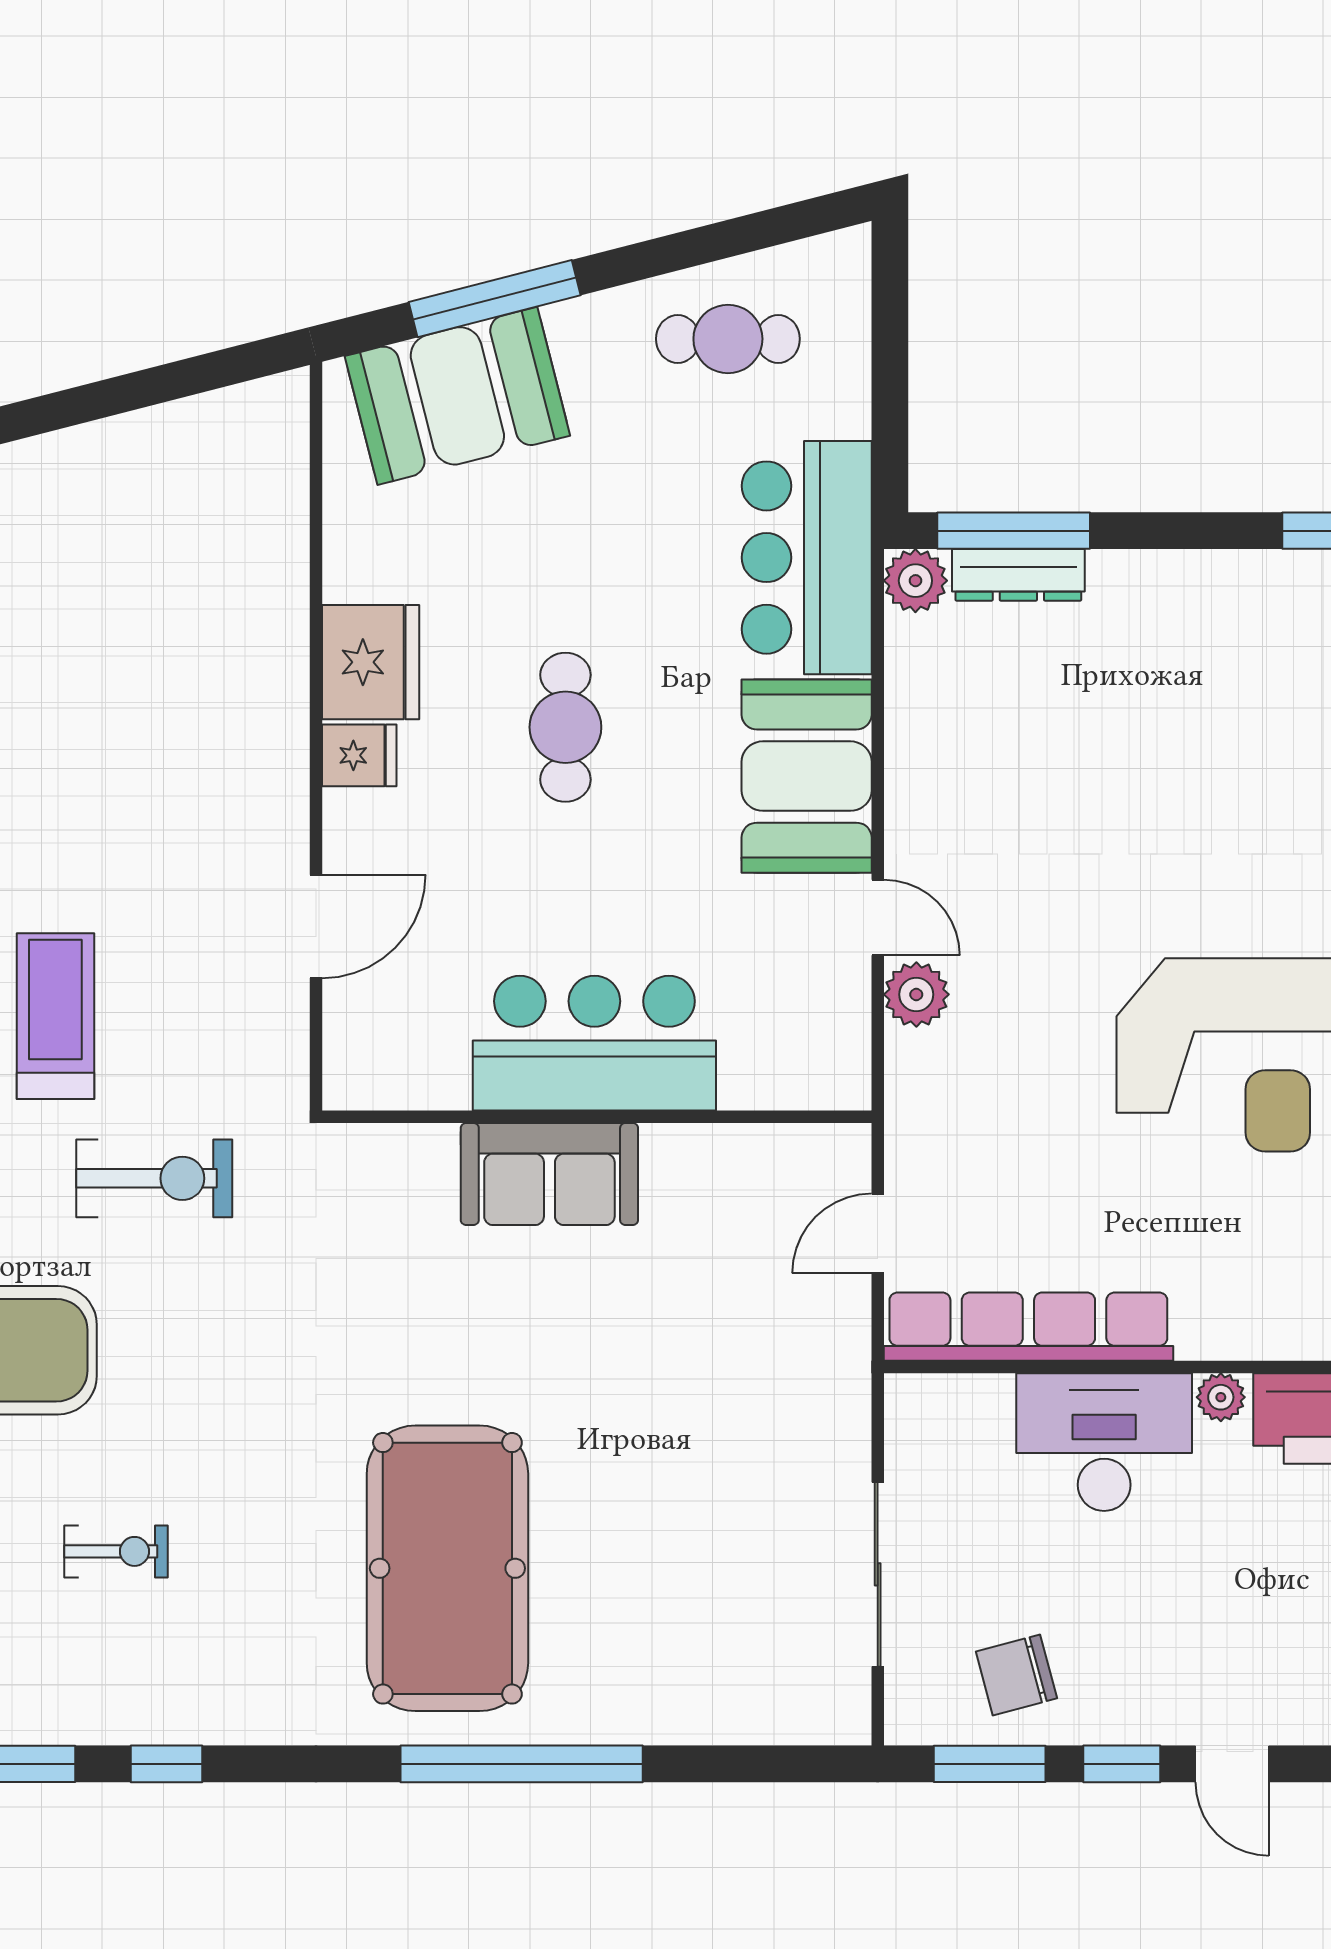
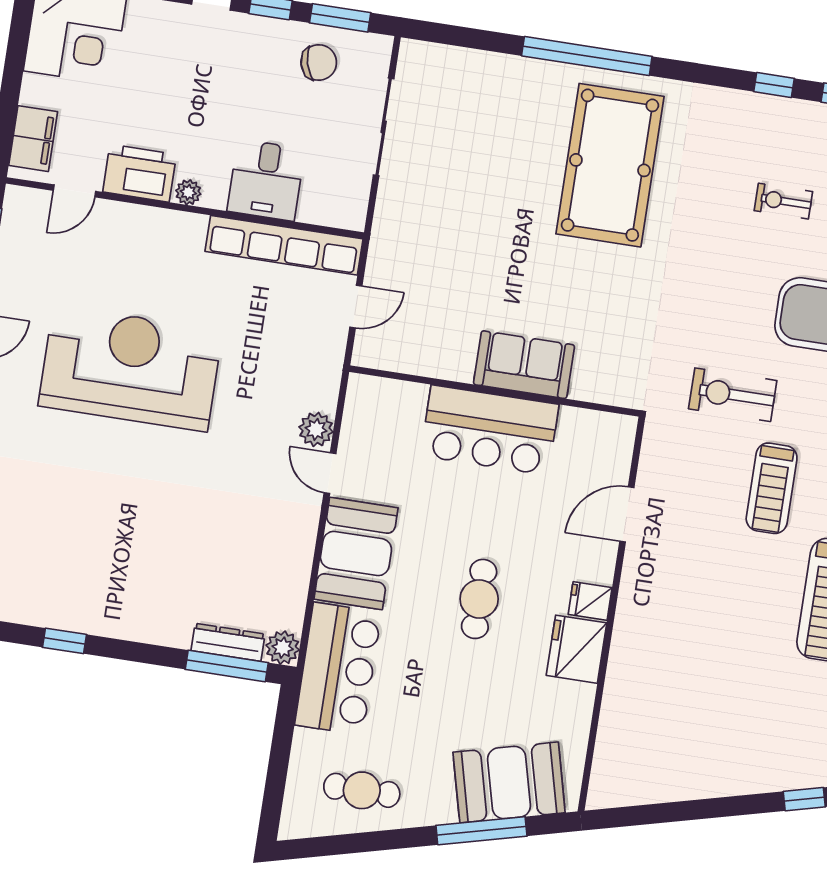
desk: (1104, 1442) -> (266, 180), width x0.73

